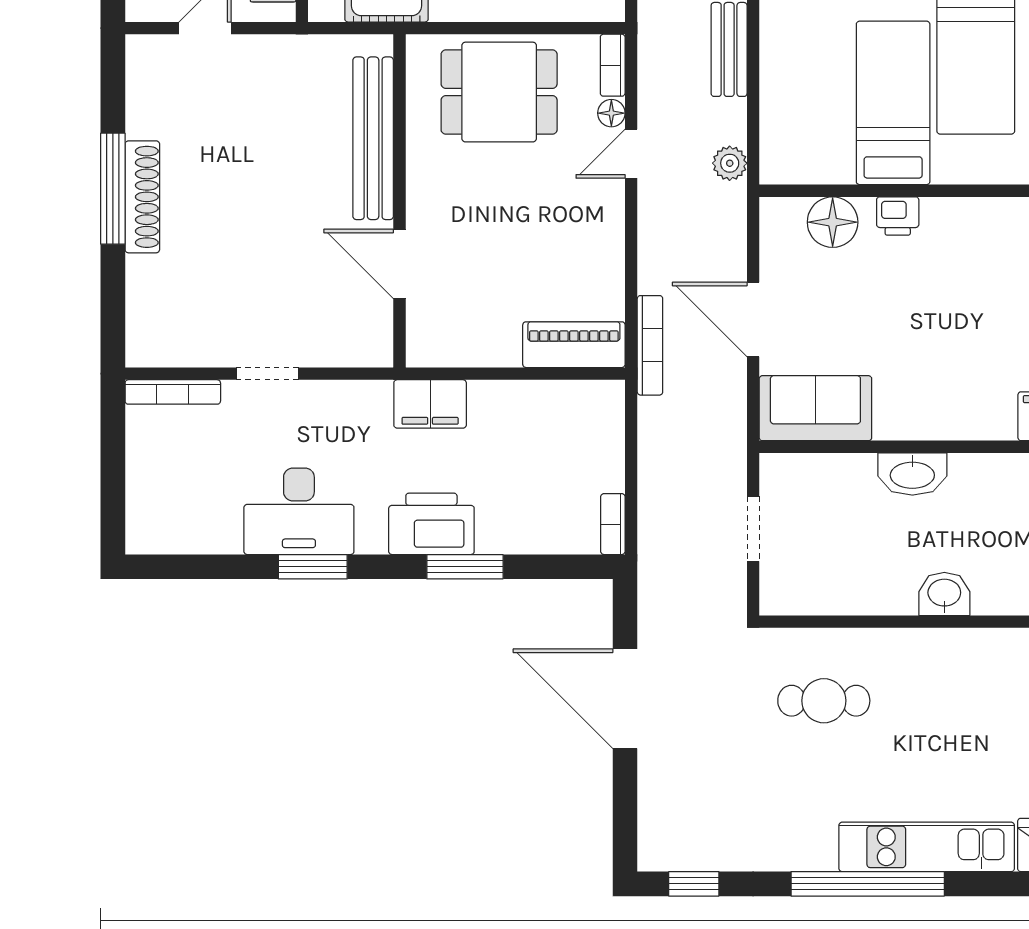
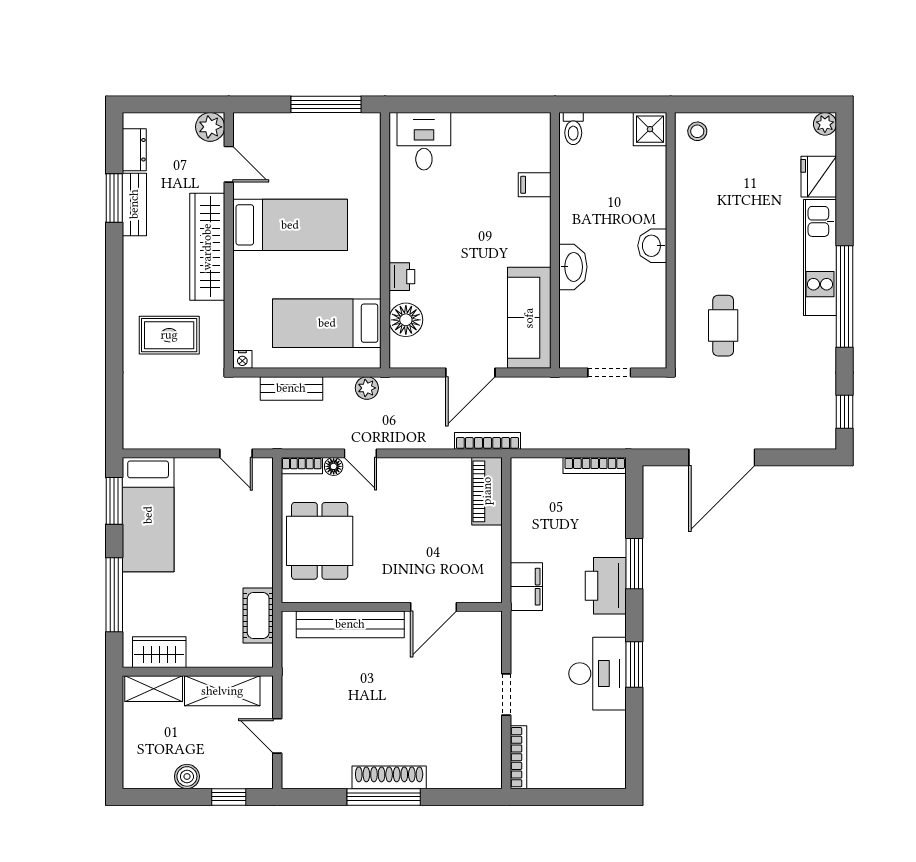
bed: (893, 103) -> (327, 323), moved
sofa: (815, 408) -> (529, 318), width x1.36
bookcase: (613, 524) -> (595, 465), width x1.56

